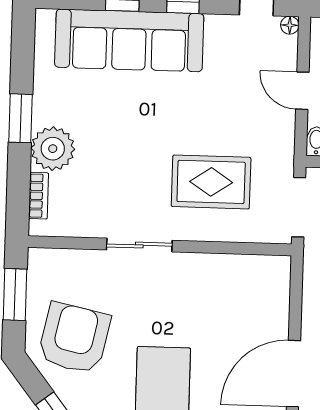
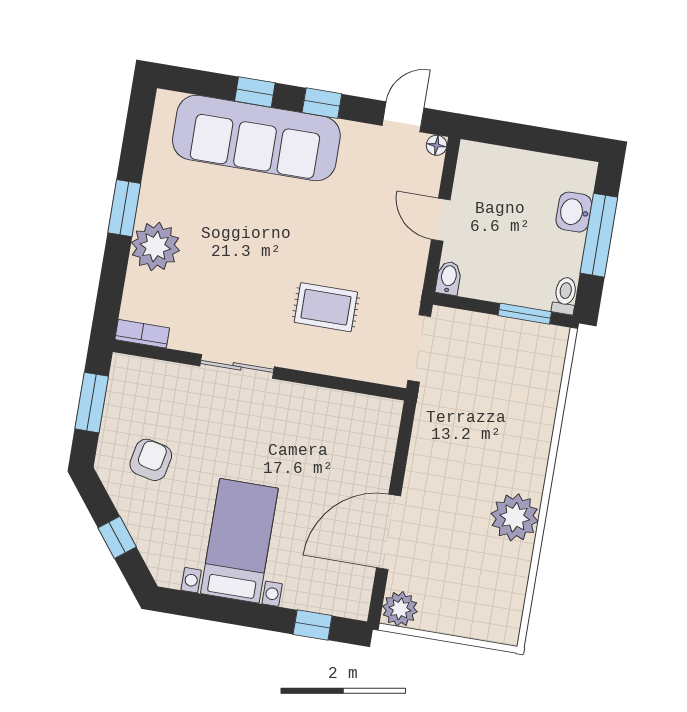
rug: (211, 182) -> (326, 307), width x0.73, depth x0.70
bookcase: (39, 196) -> (142, 334), moved, turned -90
armchair: (74, 338) -> (151, 460), width x0.53, depth x0.53

